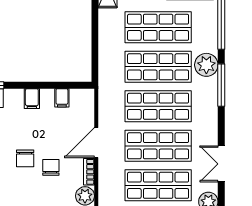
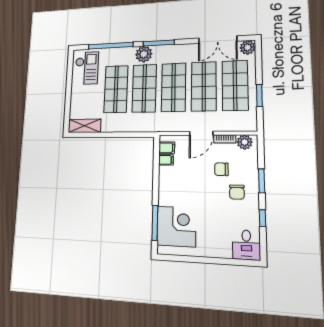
filing cabinet: (32, 99) -> (167, 148), moved
door: (96, 143) -> (201, 133), hinge flipped
chair: (25, 158) -> (237, 192), moved, turned 90
double door: (221, 164) -> (218, 40), width x1.37

